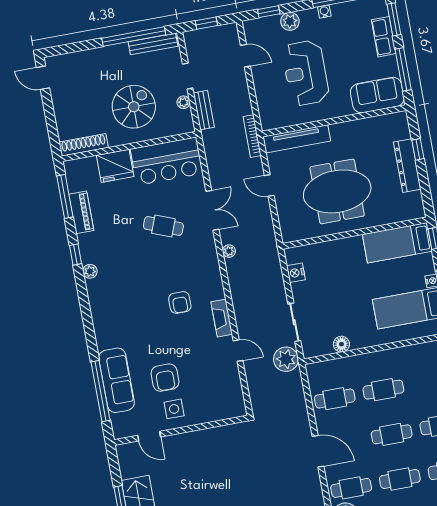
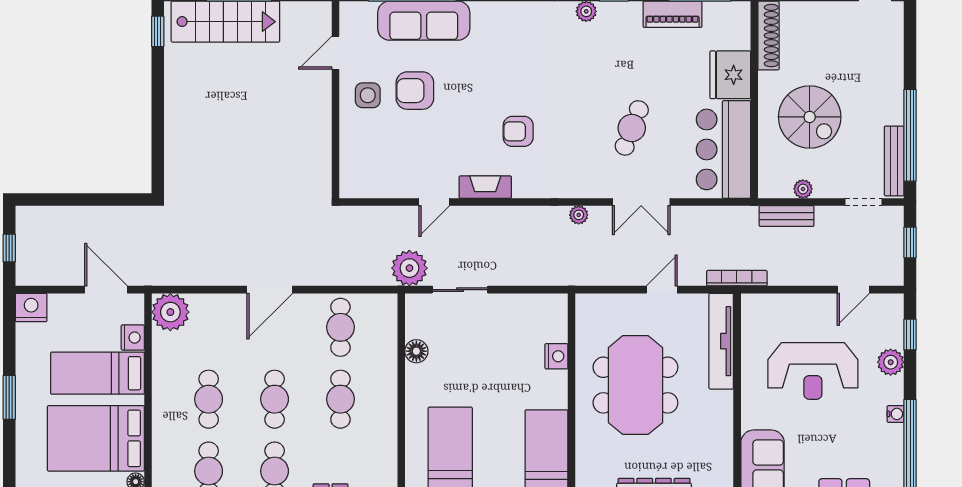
reception desk: (306, 73) -> (813, 371), turned 180
doorway: (188, 76) -> (864, 202), moved
nightstand: (296, 273) -> (556, 356), moved, turned 90
cafe table: (351, 488) -> (209, 327), removed

